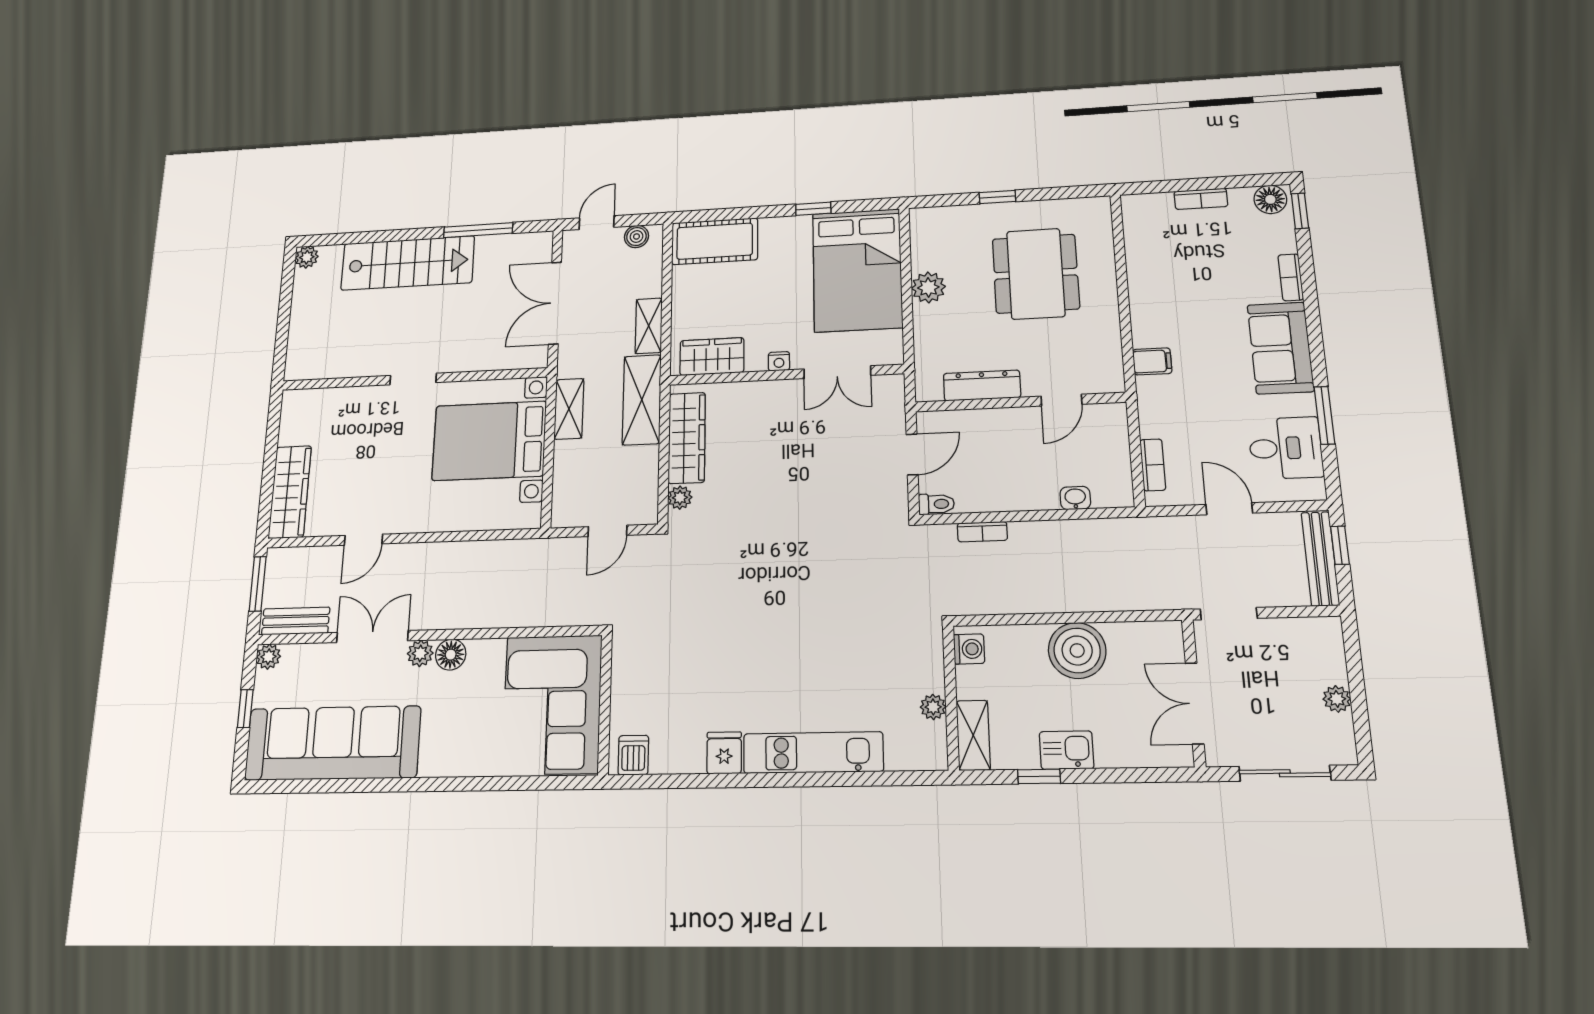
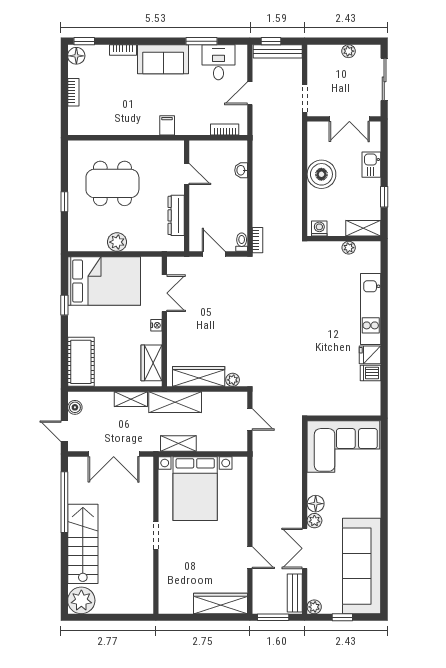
window: (478, 230) -> (64, 502), width x1.46
plant: (307, 257) -> (81, 600), width x1.88, depth x1.88
bookcase: (982, 532) -> (258, 240), moved
kitchen sink: (1067, 750) -> (371, 165), moved
dishwasher: (633, 755) -> (371, 373), moved

